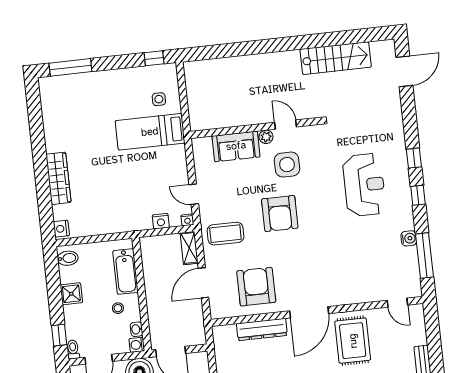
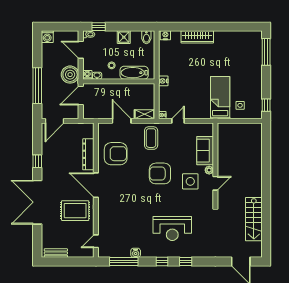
nightstand: (161, 221) -> (163, 81), moved

